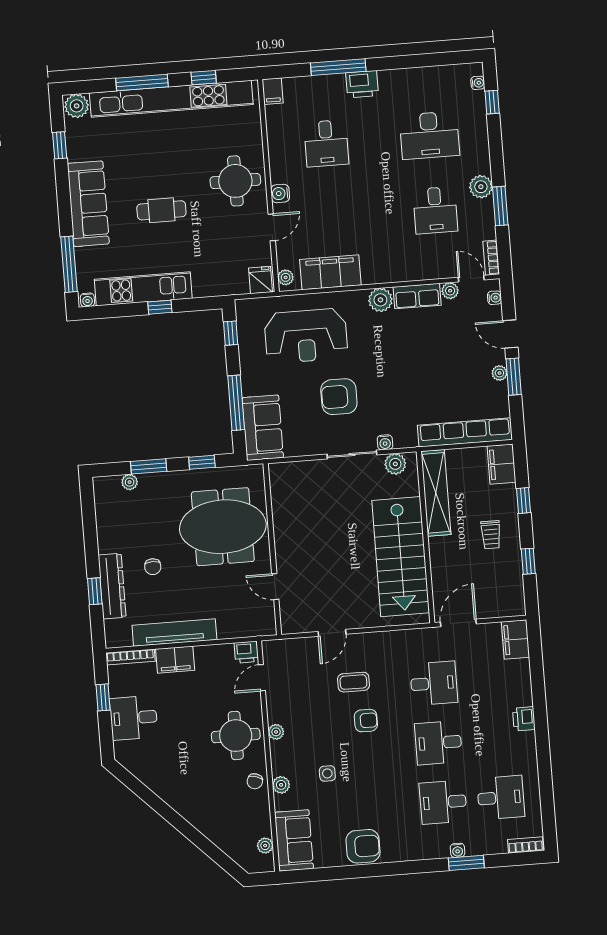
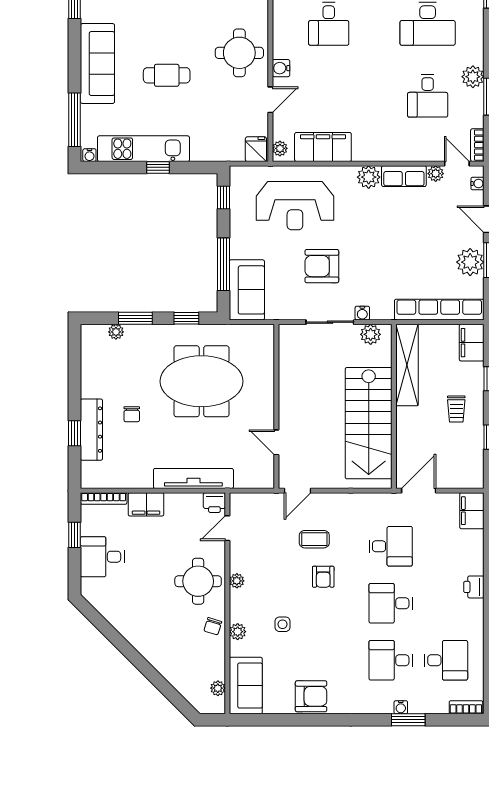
plant: (499, 373) -> (470, 262), width x1.88, depth x1.88
wall: (272, 549) -> (276, 406), moved
door: (275, 587) -> (276, 442), moved
tv unit: (174, 632) -> (193, 478), moved
armchair: (366, 721) -> (323, 577), turned 90

